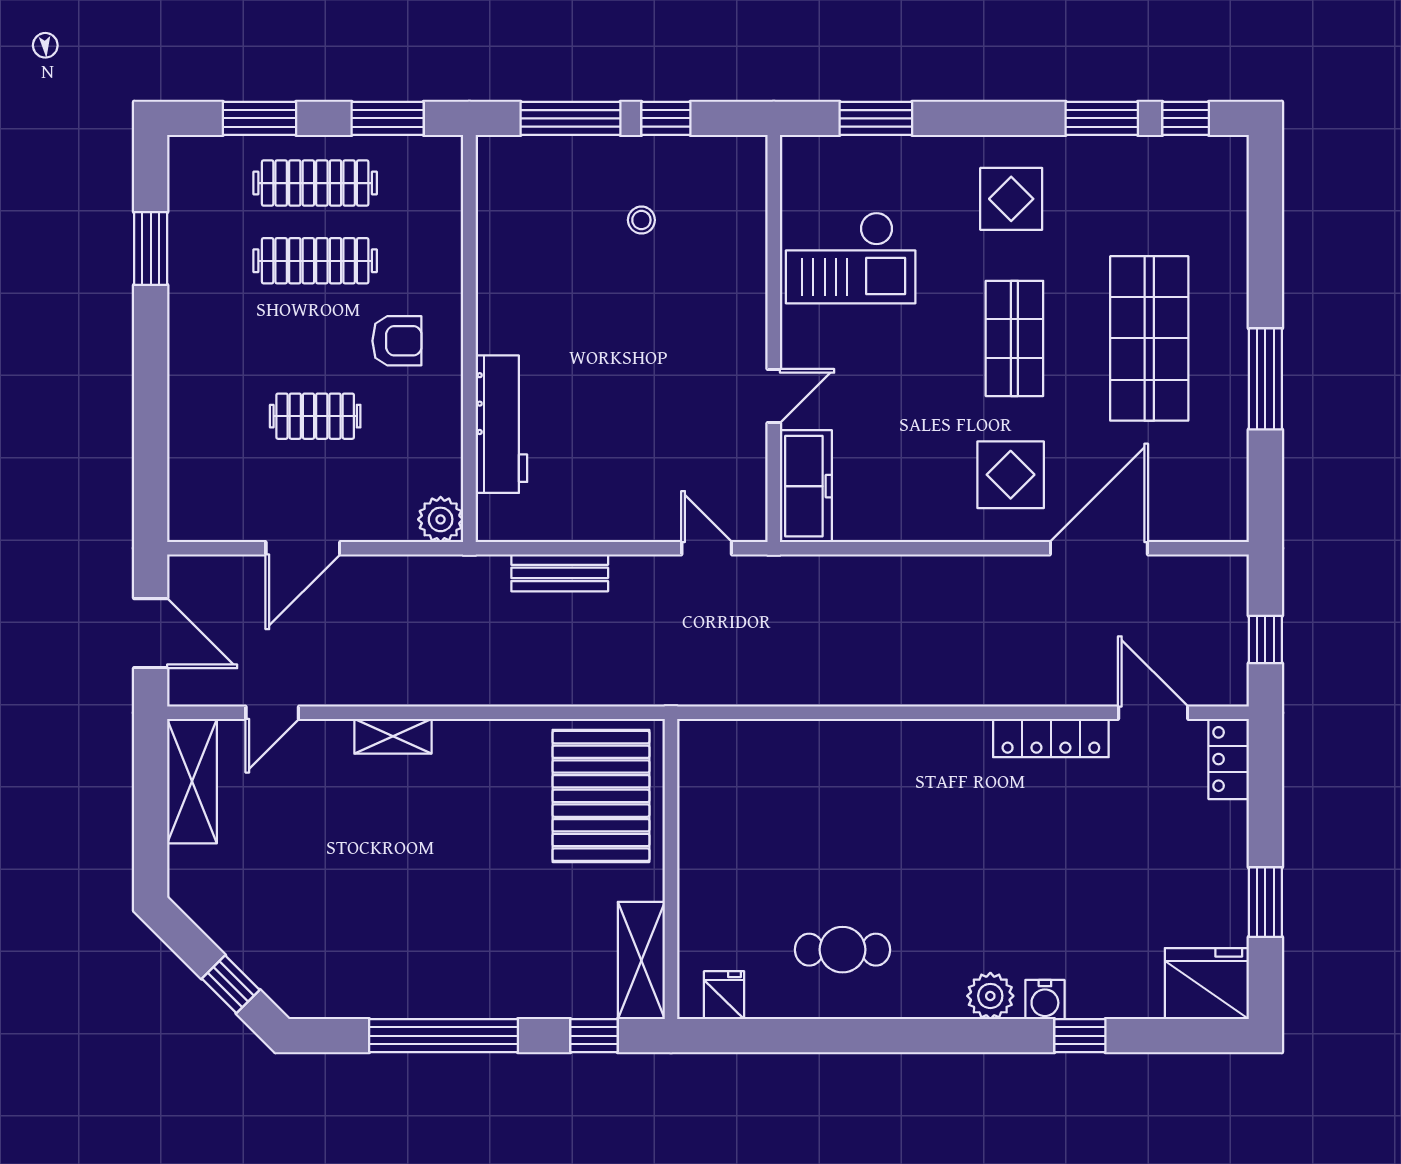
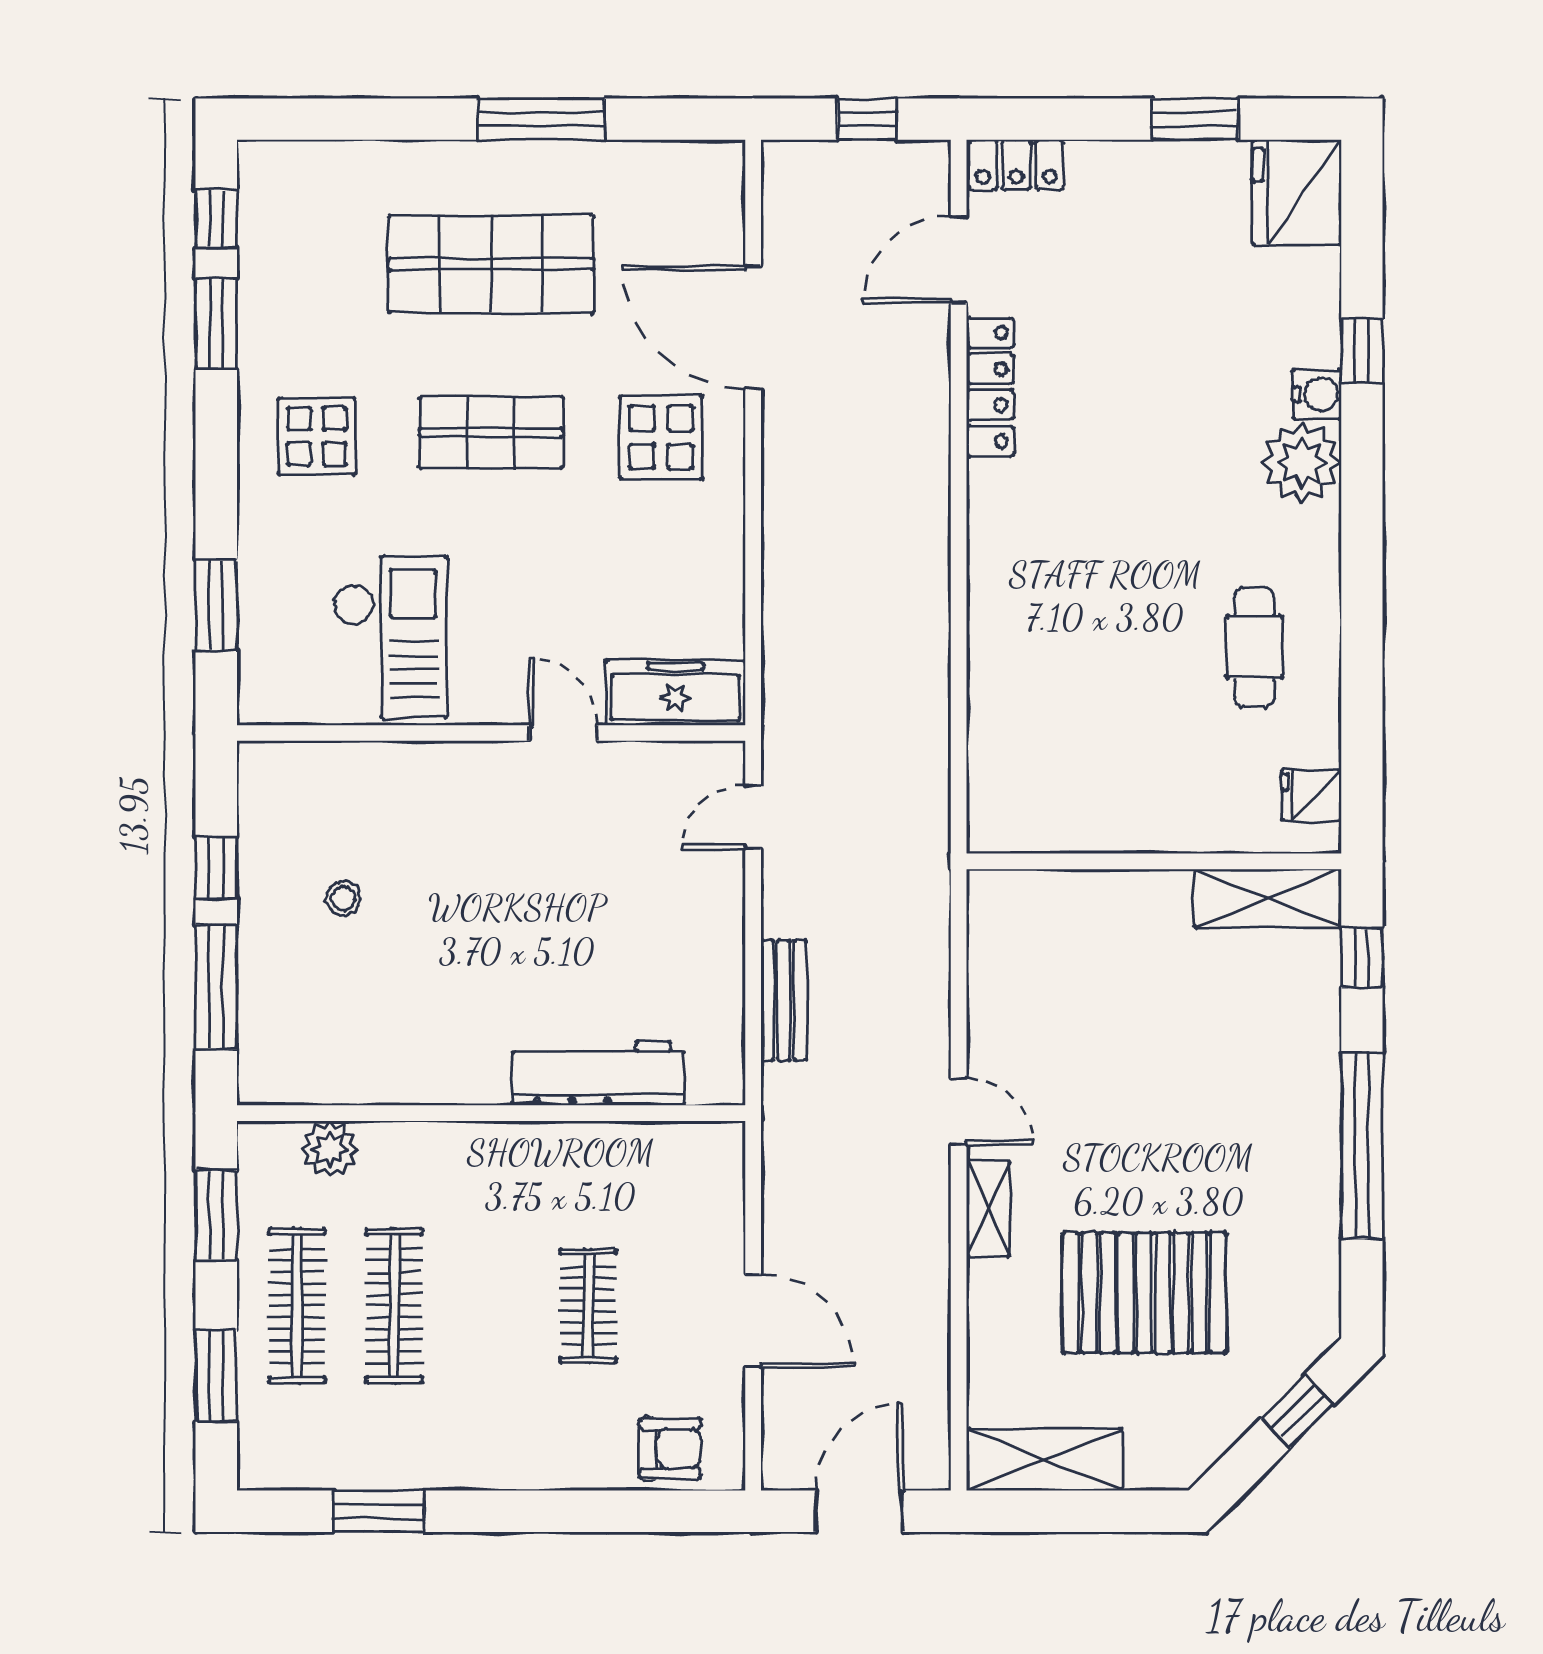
armchair: (397, 341) -> (670, 1449), moved, turned 90
plant: (441, 519) -> (330, 1149), moved
door: (272, 713) -> (959, 1112), moved
pallet: (601, 796) -> (1144, 1293), moved
plant: (990, 996) -> (1302, 463), width x1.36, depth x1.36

